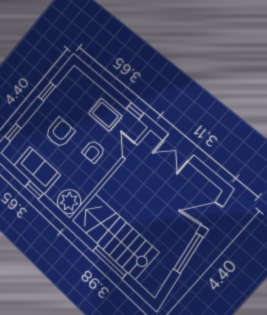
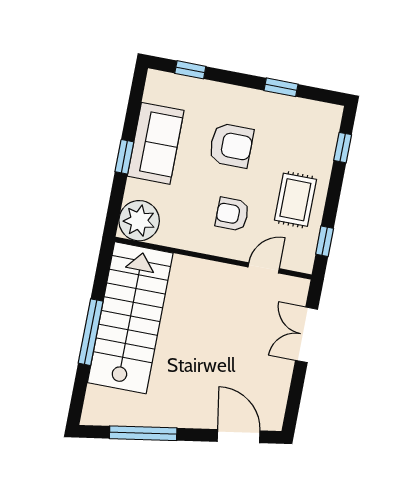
window: (94, 76) -> (343, 148), added
window: (188, 253) -> (143, 433), moved

